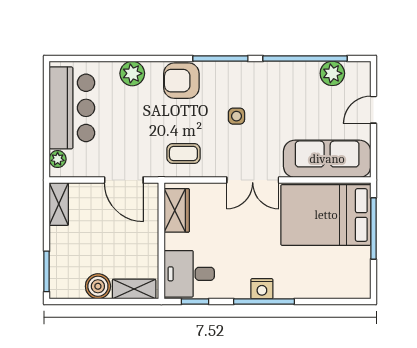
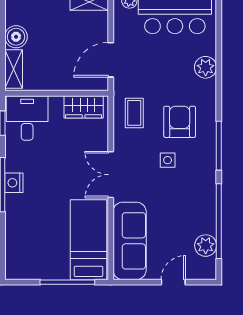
armchair: (181, 81) -> (180, 122), moved
door: (373, 110) -> (173, 282), hinge flipped
bed: (326, 215) -> (88, 240), width x0.67

